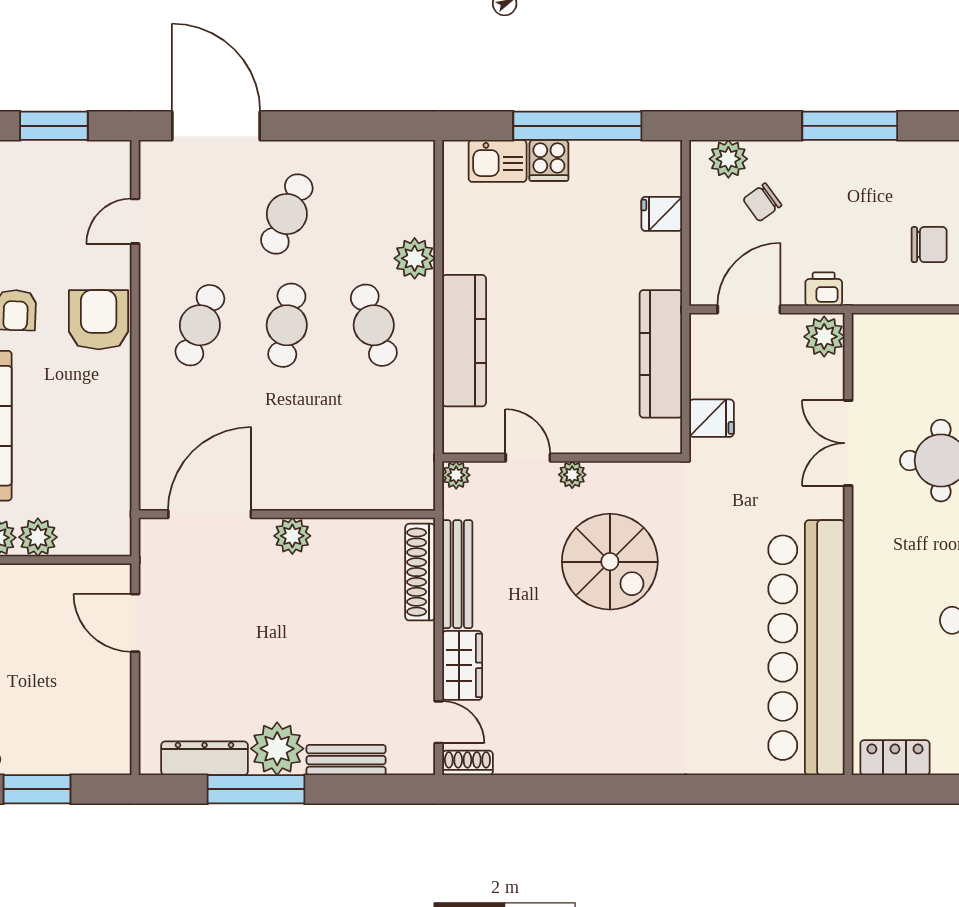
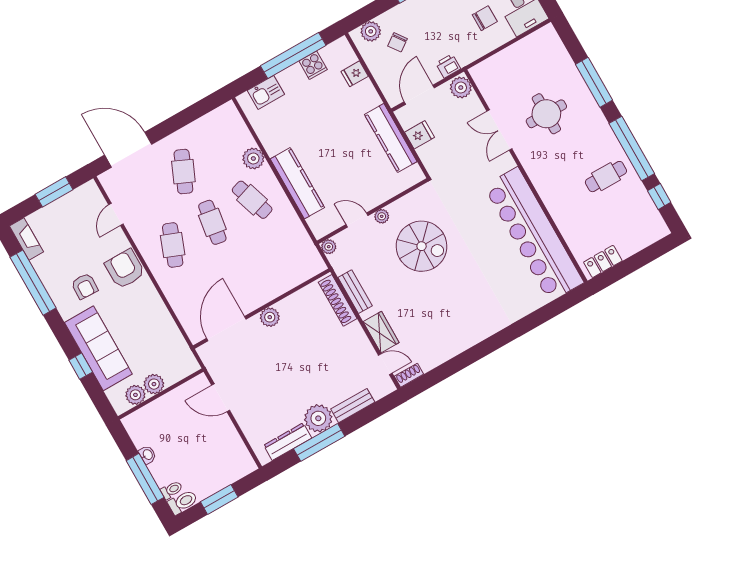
cooker: (549, 160) -> (313, 65), moved
fridge: (712, 418) -> (419, 135), moved
bench: (457, 574) -> (355, 292), width x0.73

